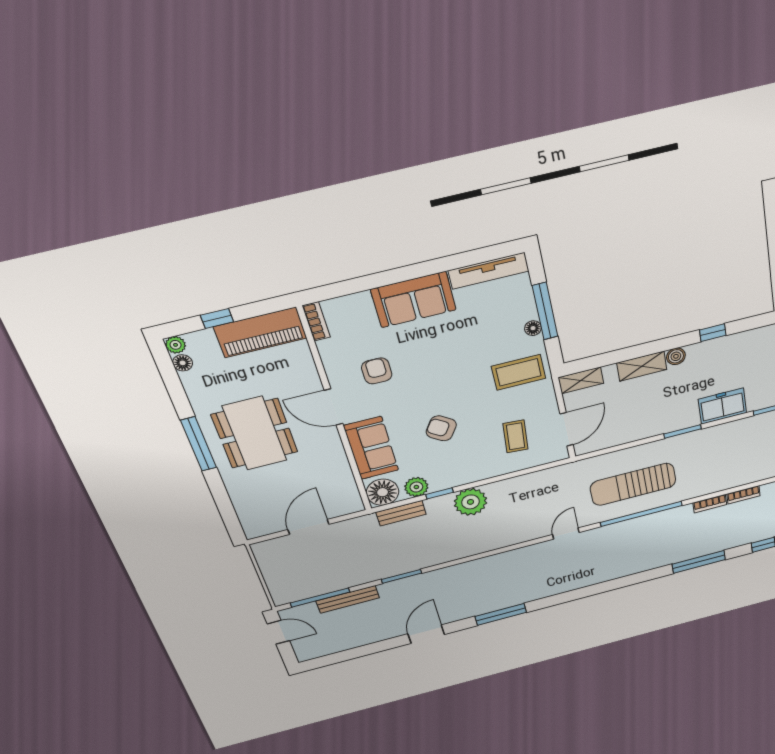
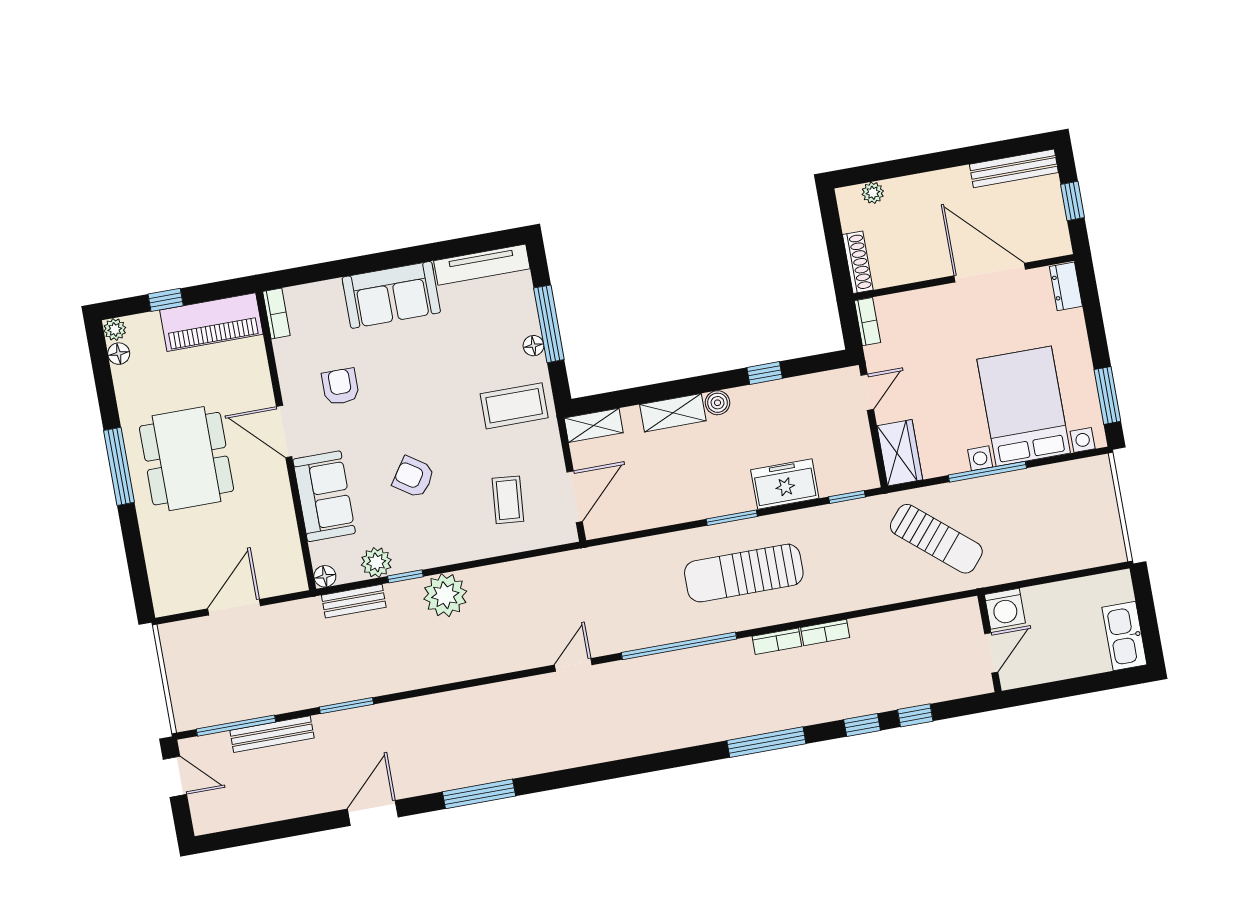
sun lounger: (633, 484) -> (744, 573), moved
floor lamp: (383, 492) -> (325, 576), width x0.53, depth x0.53

